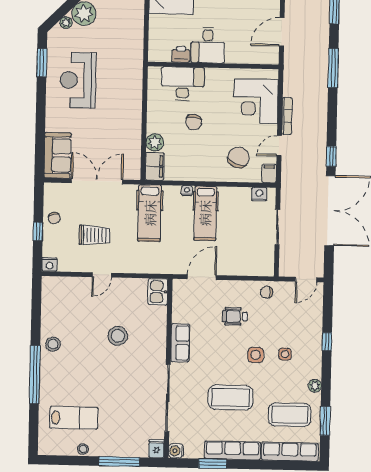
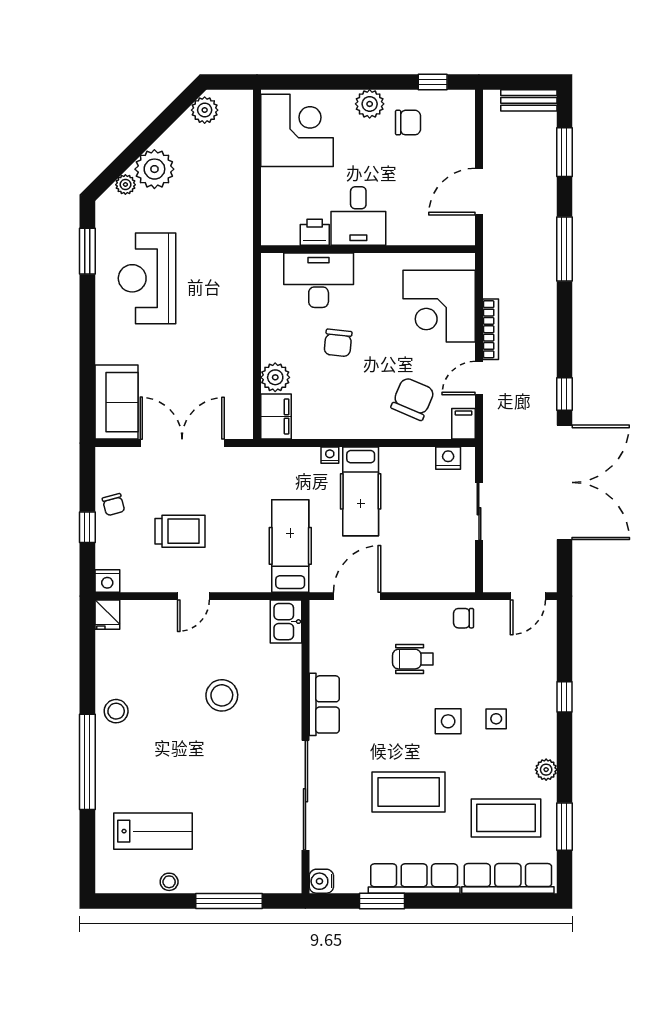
hospital bed: (150, 213) -> (290, 546), moved, turned 180
fridge: (156, 449) -> (107, 615), moved, turned 180

